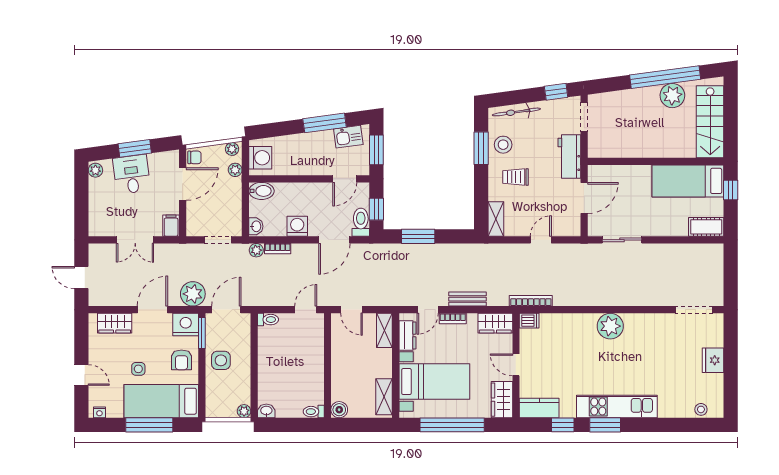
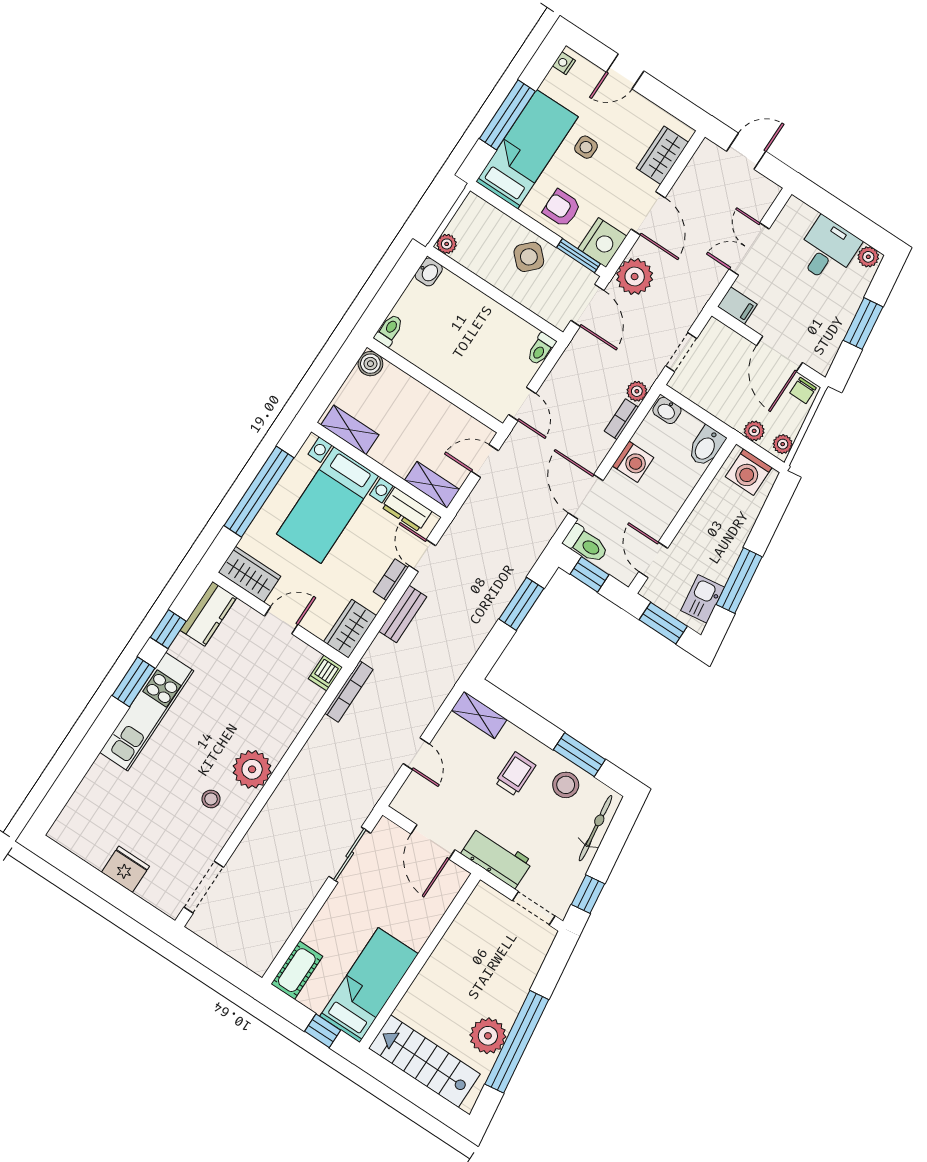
desk: (132, 174) -> (827, 250), moved, turned -82
side table: (221, 360) -> (529, 257), turned 45
stool: (701, 409) -> (211, 799), moved

